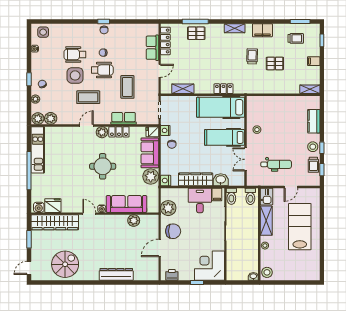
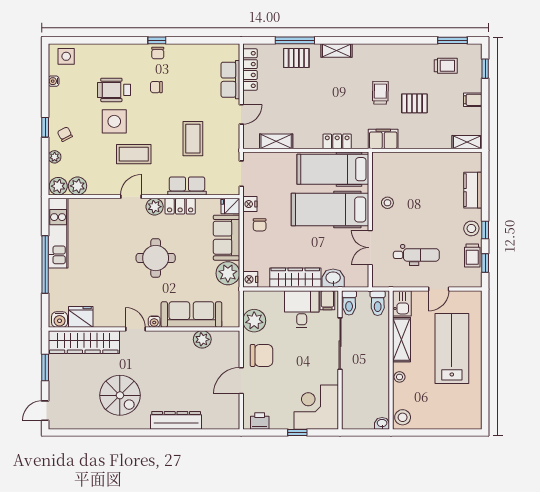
shelving: (235, 28) -> (336, 50), moved
filing cabinet: (262, 30) -> (383, 139), moved, turned 180
wheelchair: (102, 70) -> (155, 113), removed
hospital bed: (225, 137) -> (330, 209), width x1.37, depth x1.29
spiral stairs: (65, 264) -> (120, 395), moved, turned 90

